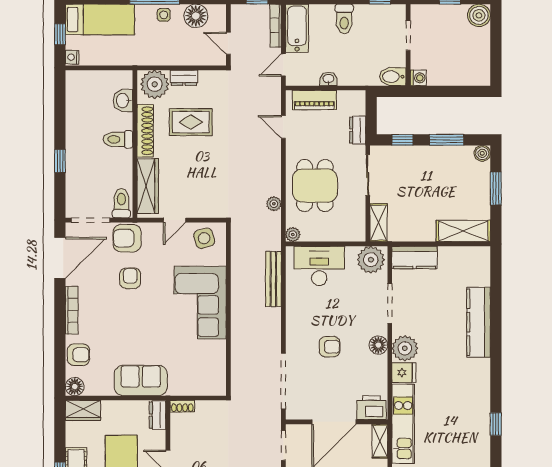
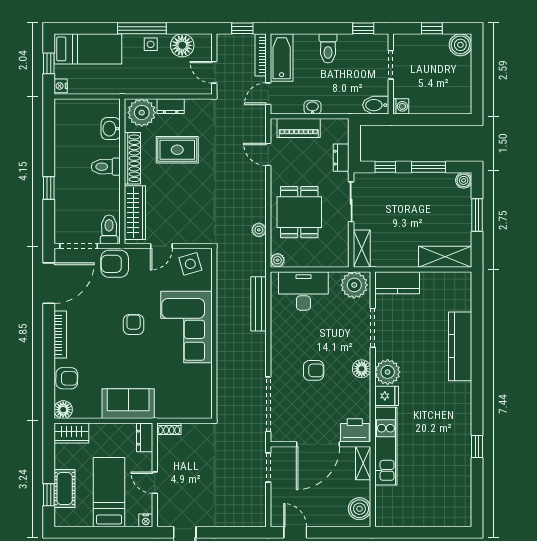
armchair: (130, 278) -> (134, 325), moved

